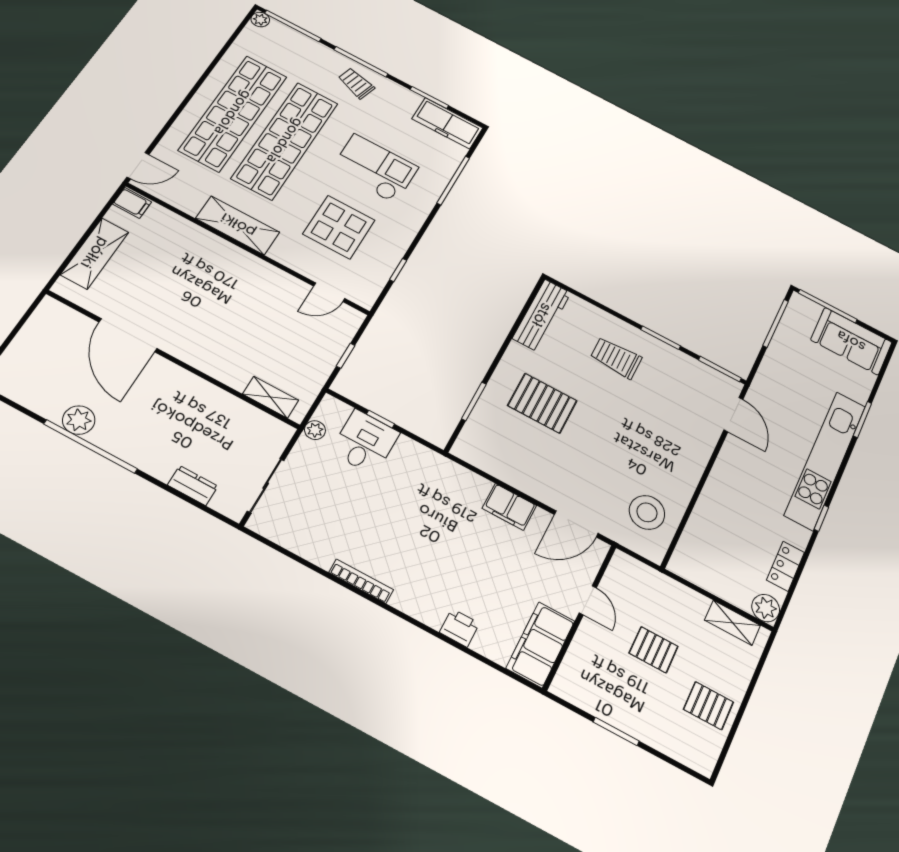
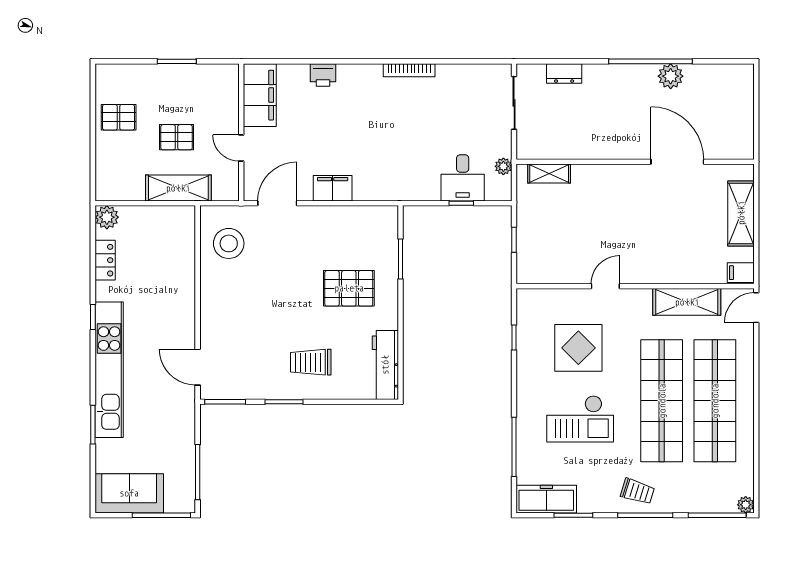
shelving: (238, 225) -> (687, 302), moved
door: (329, 292) -> (605, 286), moved
trolley: (616, 358) -> (311, 362), turned 180
shelving: (733, 623) -> (178, 188), moved, width x1.50, depth x1.33

